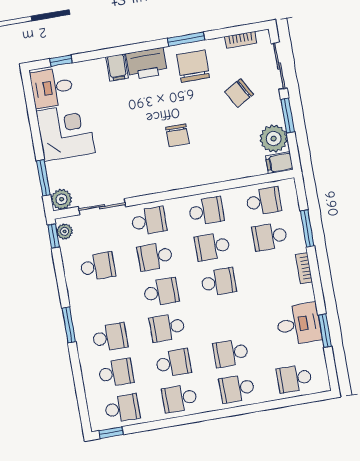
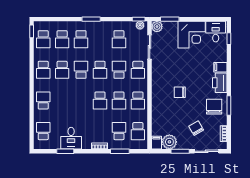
chair: (193, 66) -> (214, 107), turned -90
school desk: (212, 247) -> (119, 100), turned 180
school desk: (231, 353) -> (62, 100), removed
school desk: (179, 398) -> (43, 70), turned 180

